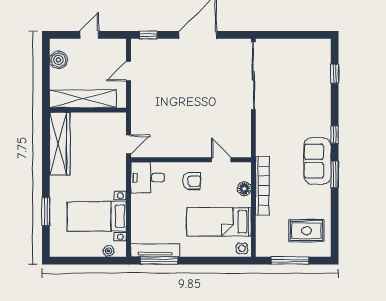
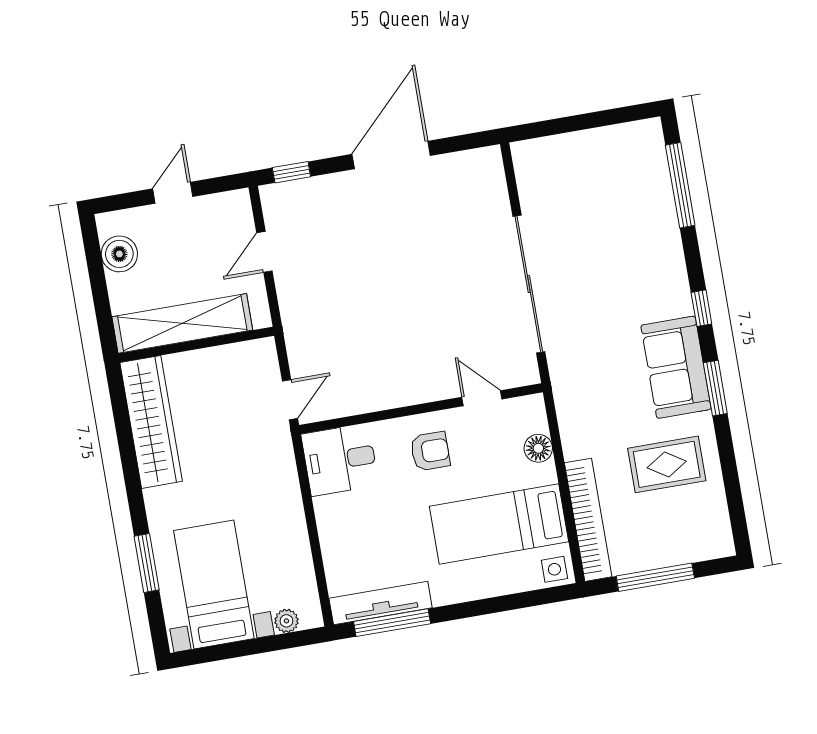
window: (335, 74) -> (680, 185), width x2.17
sliding door: (253, 76) -> (529, 284), moved
bookcase: (262, 186) -> (588, 520), moved
bed with nightstands: (97, 216) -> (214, 585), moved, turned 90
rug: (306, 231) -> (667, 464), moved

